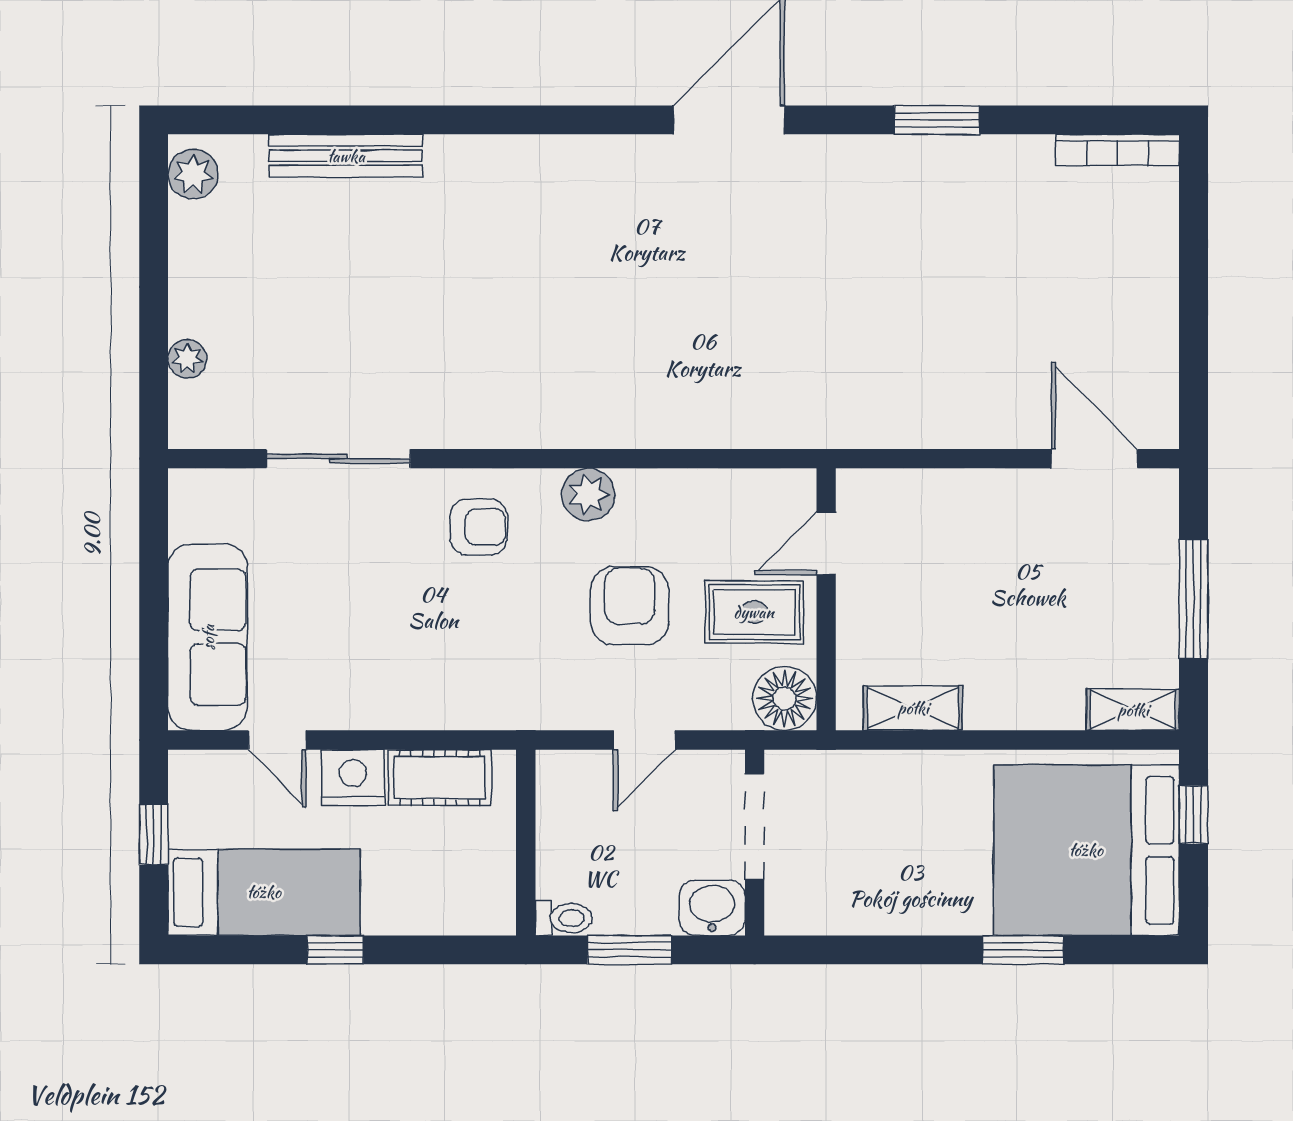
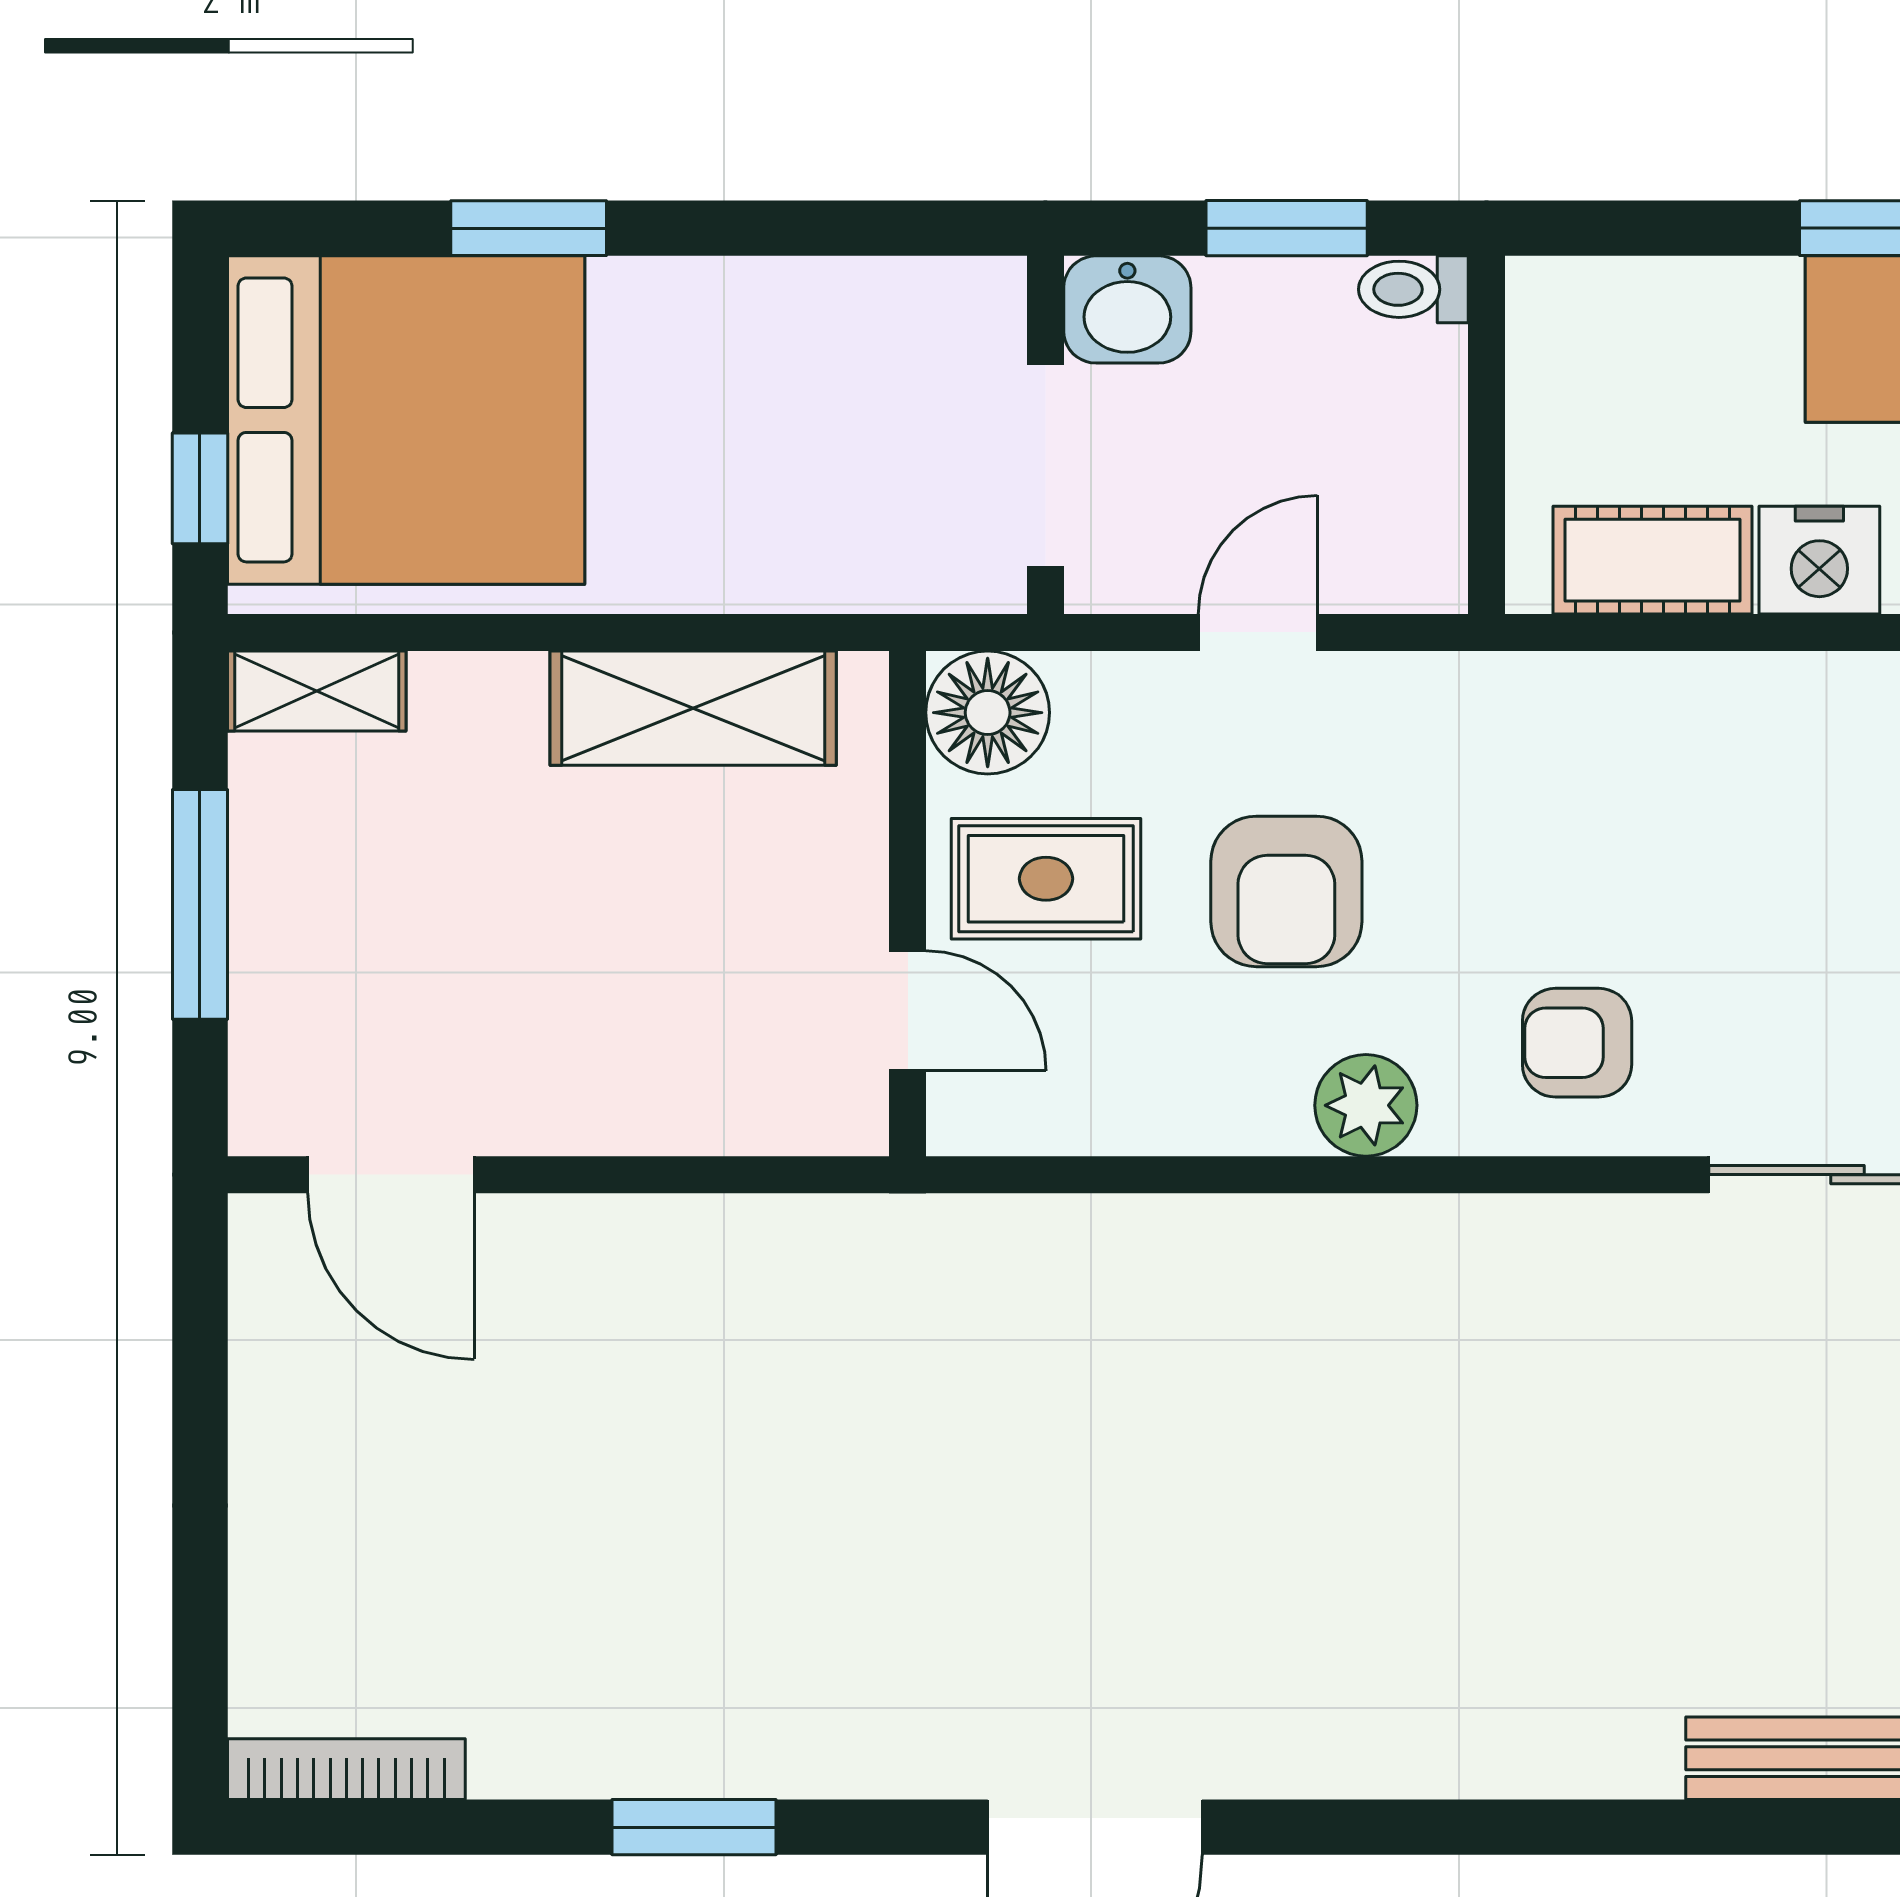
door: (826, 544) -> (908, 1011), hinge flipped
shelving: (913, 708) -> (693, 708), width x1.50, depth x1.33

